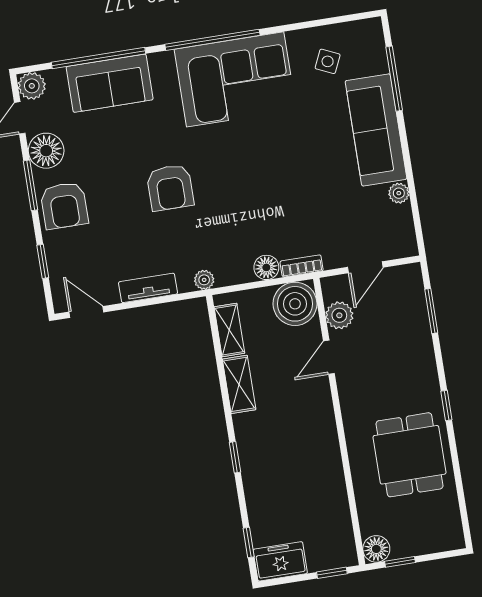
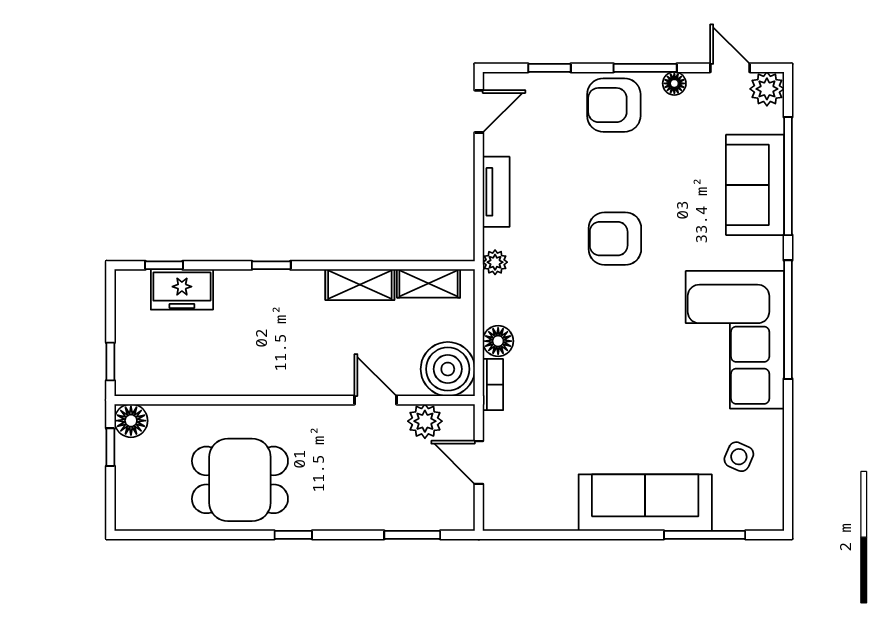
floor lamp: (46, 151) -> (674, 83), width x0.53, depth x0.53
plant: (399, 193) -> (563, 518), removed
freezer: (280, 561) -> (182, 289), moved, turned 90

